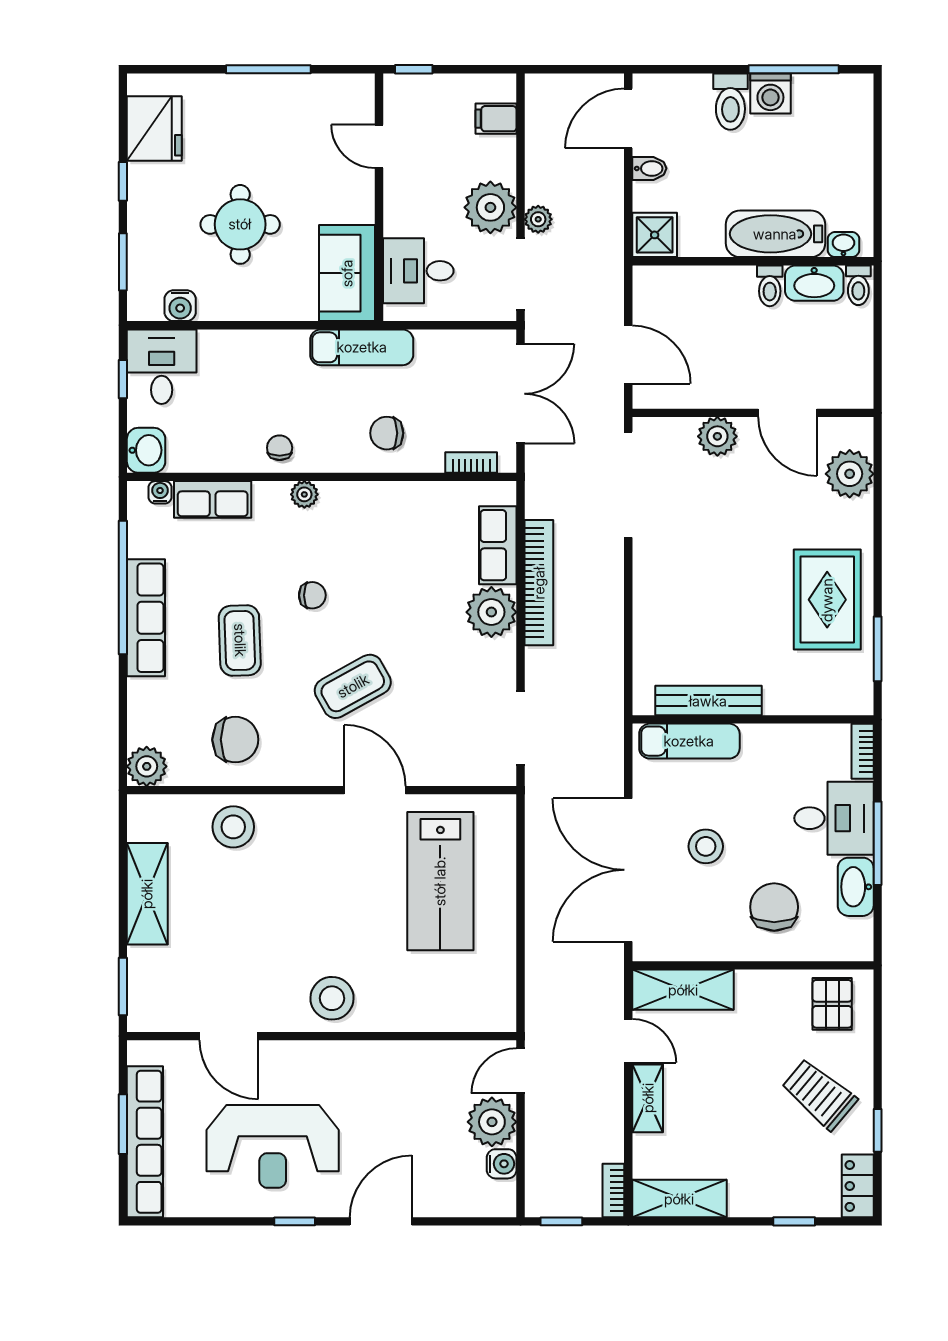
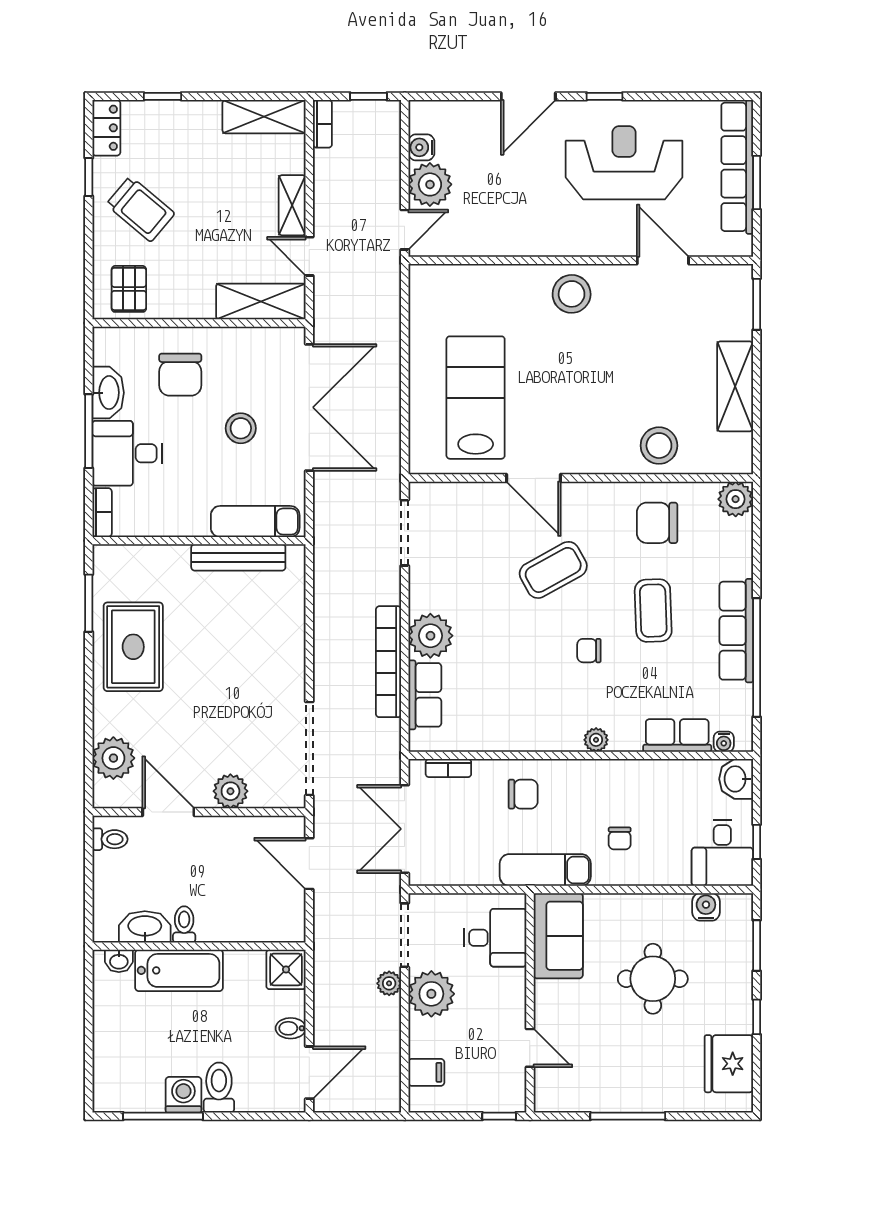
toilet: (858, 285) -> (110, 839), moved, turned 90
chair: (280, 448) -> (620, 838), moved

